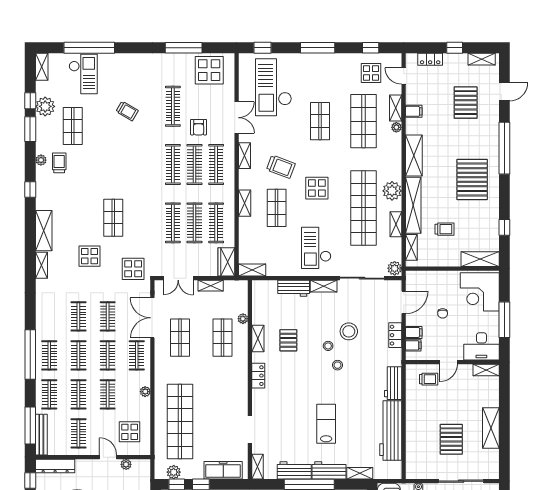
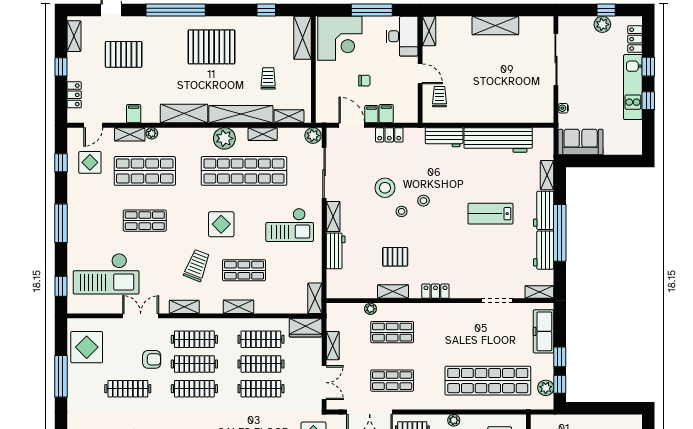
filing cabinet: (413, 345) -> (371, 114), moved
pallet: (451, 439) -> (508, 71), removed

